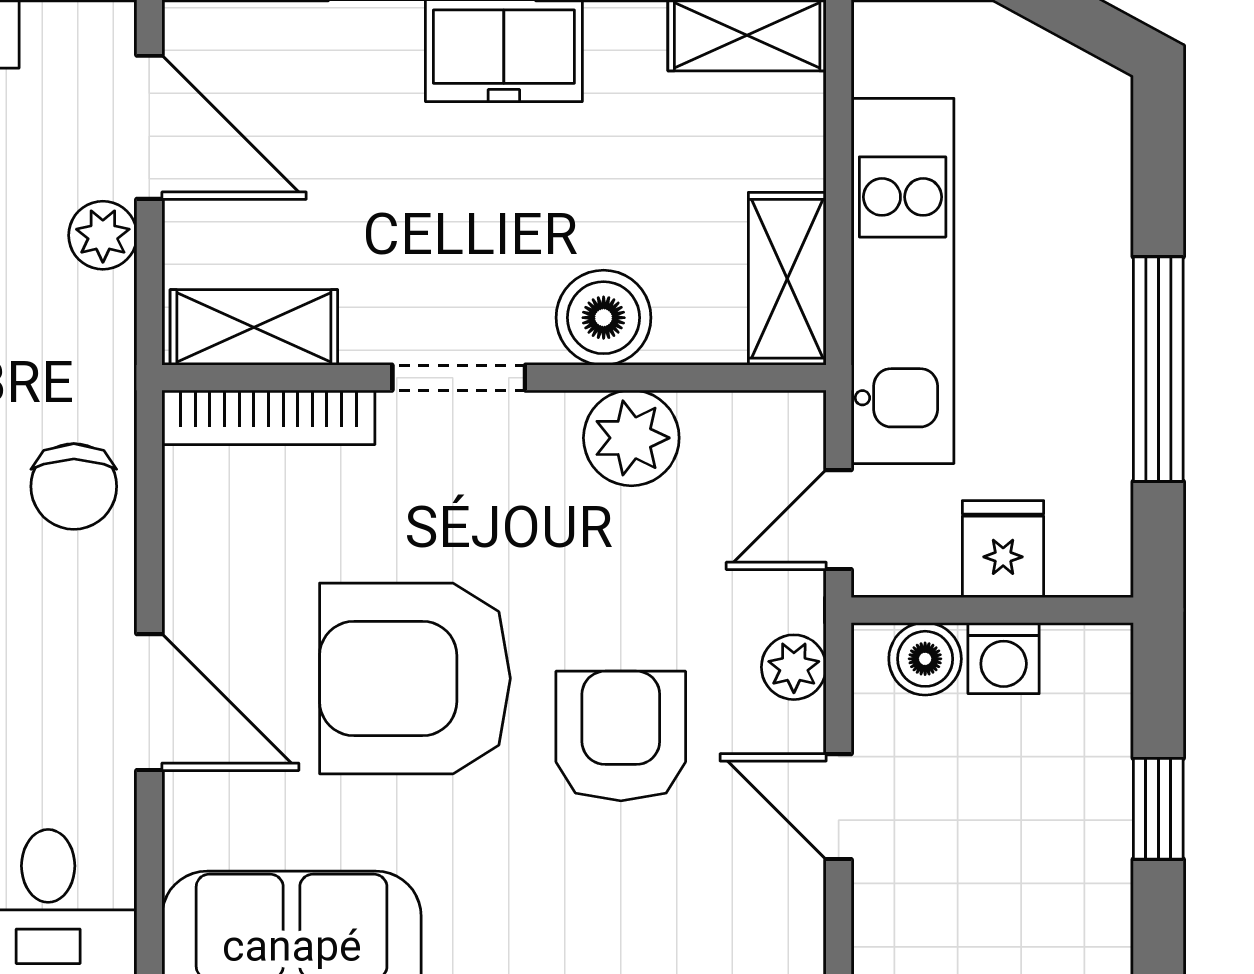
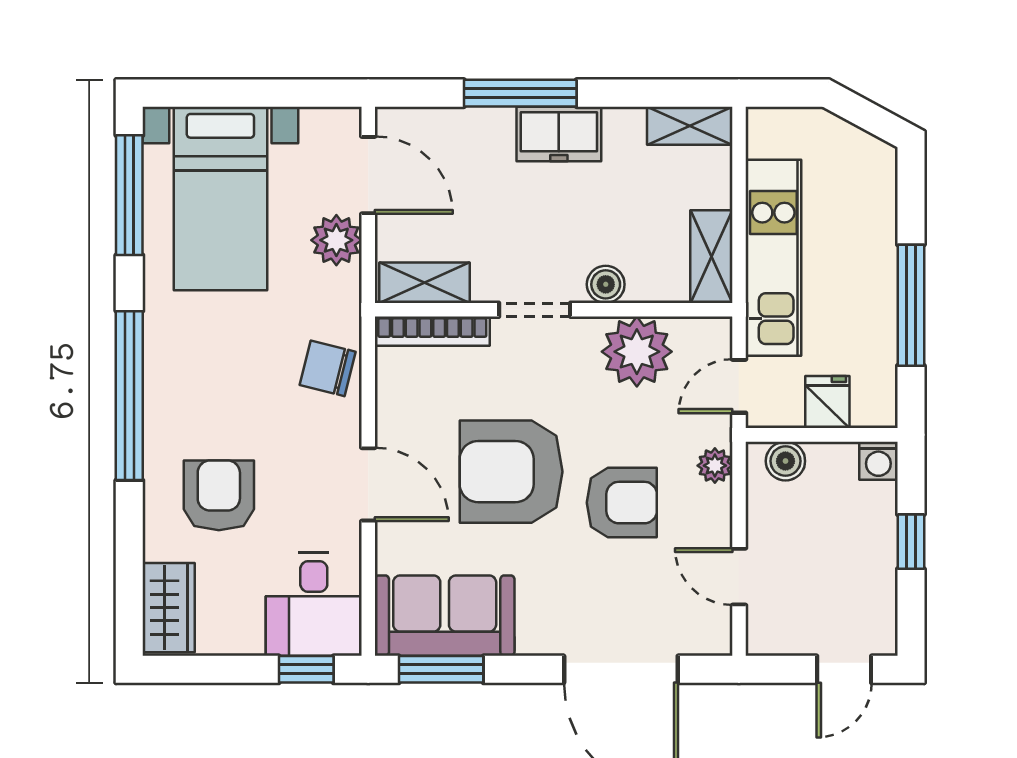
plant: (103, 235) -> (336, 240), width x1.38, depth x1.38
boiler: (604, 318) -> (606, 284), width x0.73, depth x0.73
plant: (631, 438) -> (637, 352), width x1.36, depth x1.36
chair: (74, 486) -> (328, 368), turned 104
washing machine: (1004, 658) -> (878, 461), moved
armchair: (621, 736) -> (622, 503), turned 90
door: (839, 807) -> (739, 577), moved

